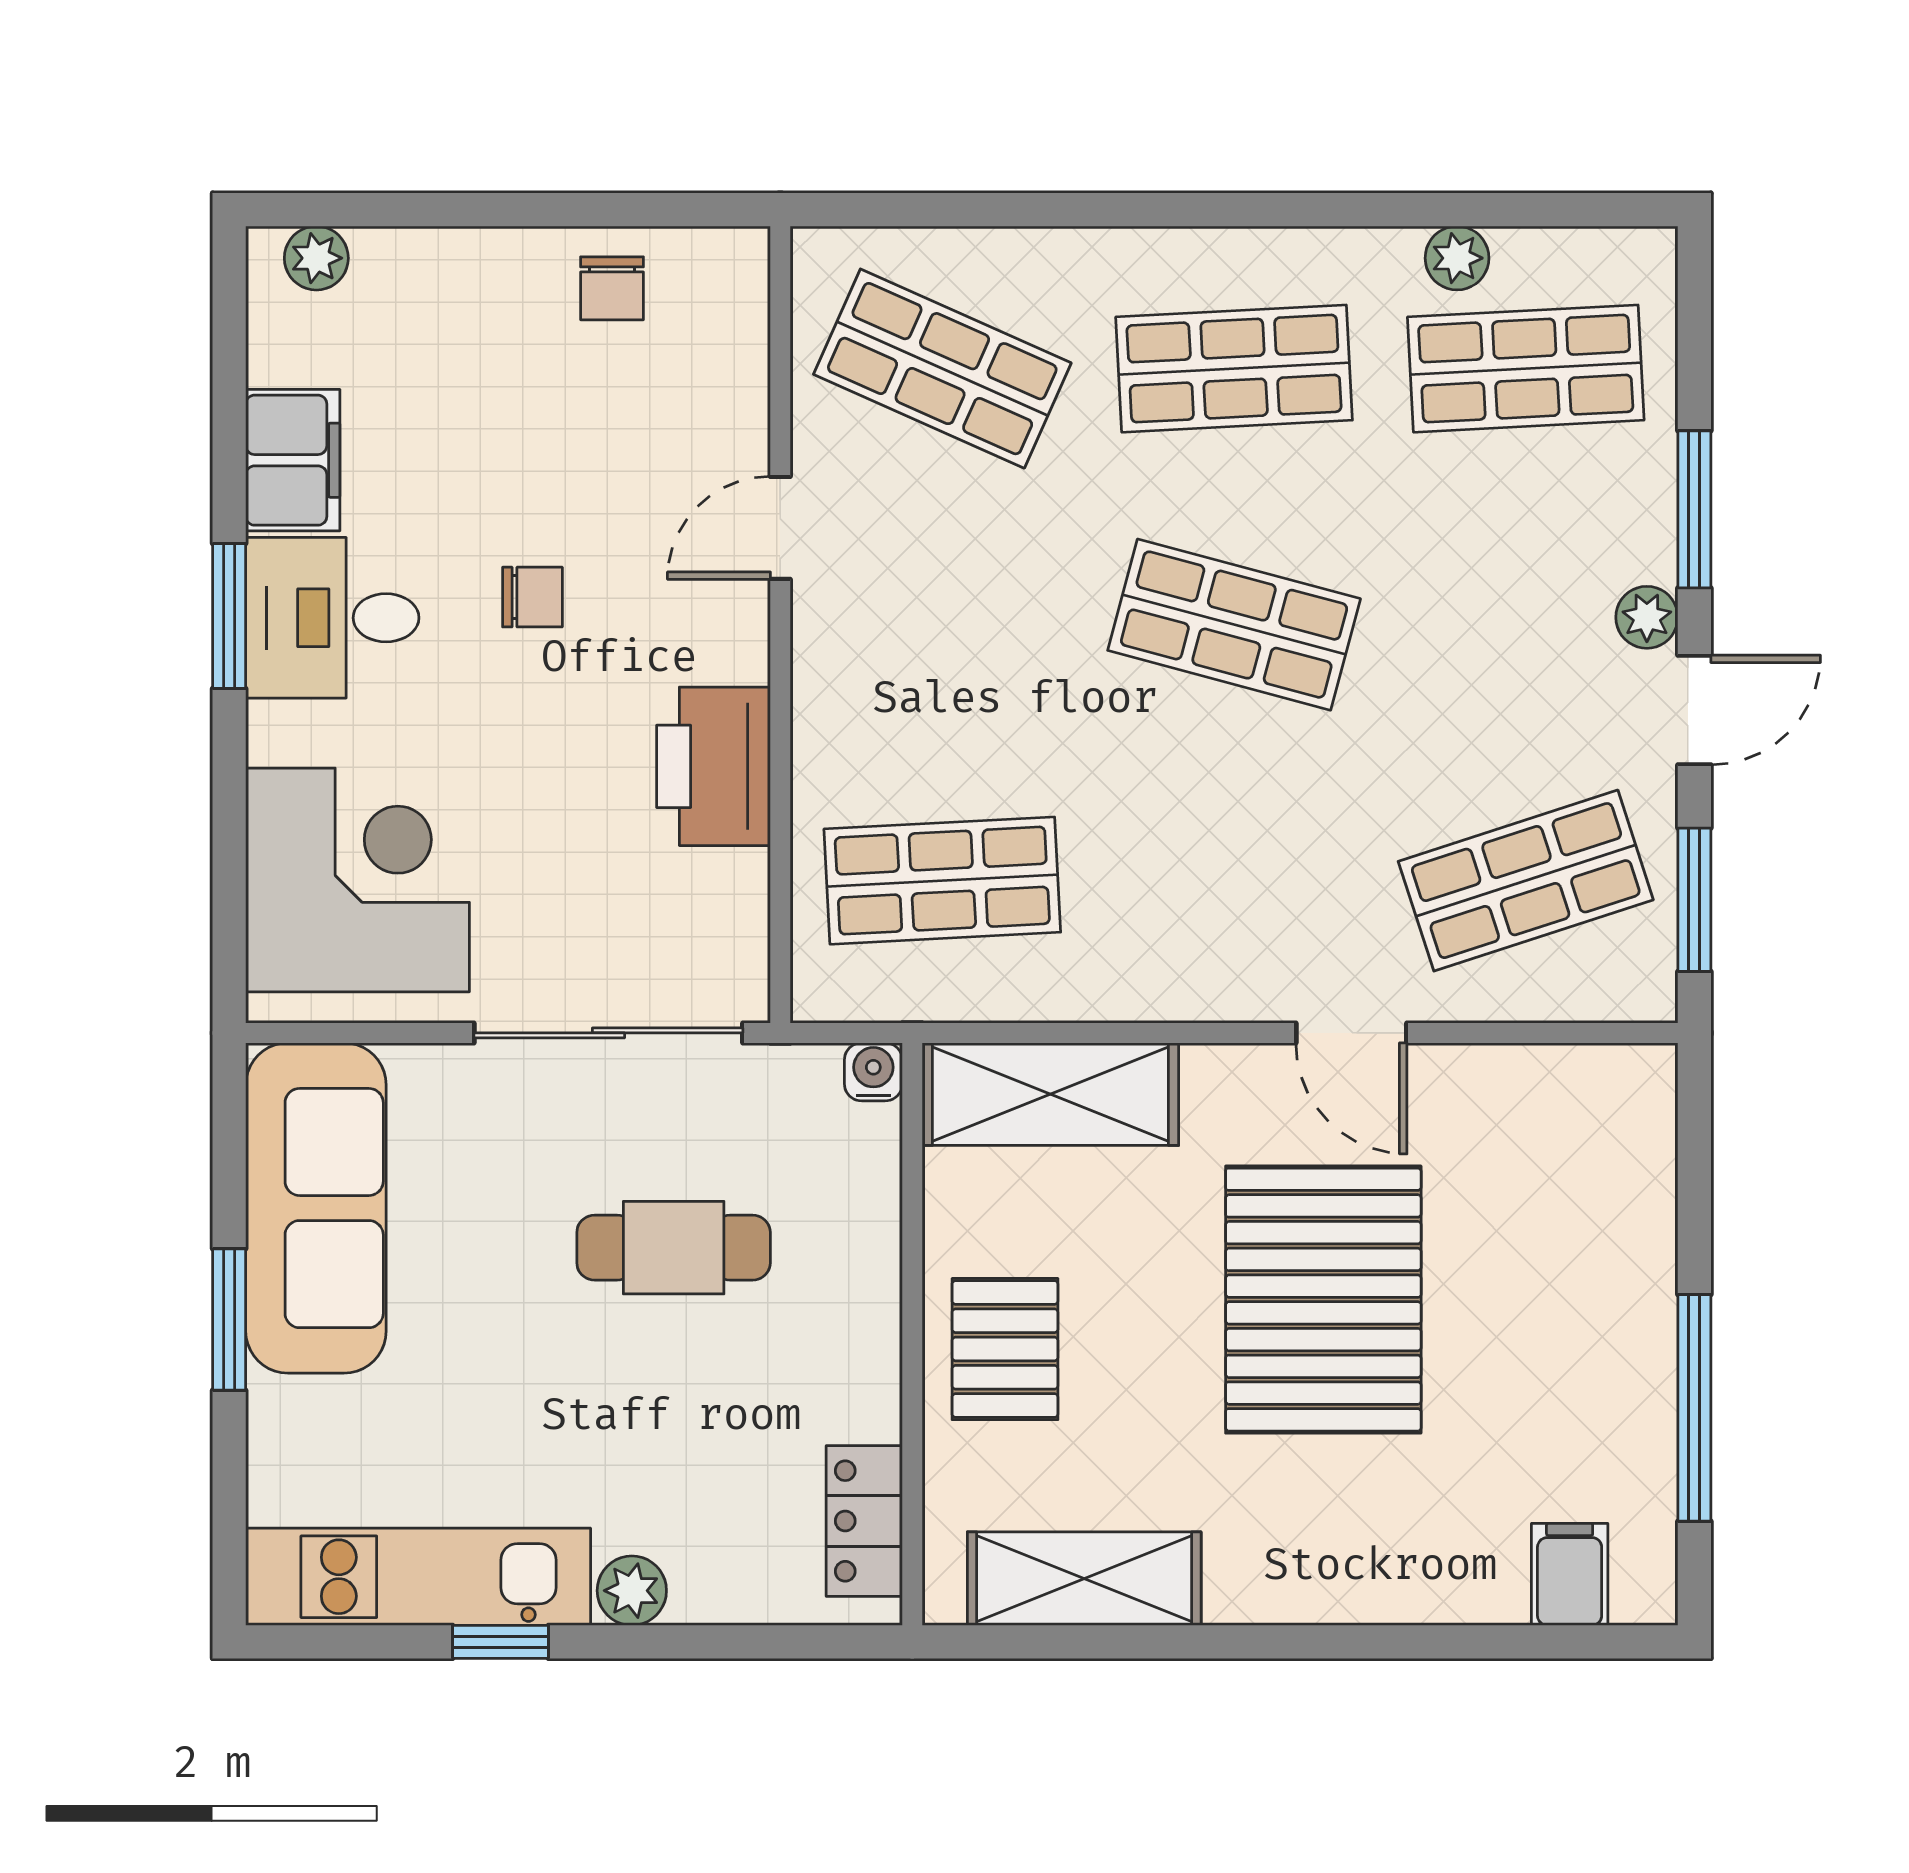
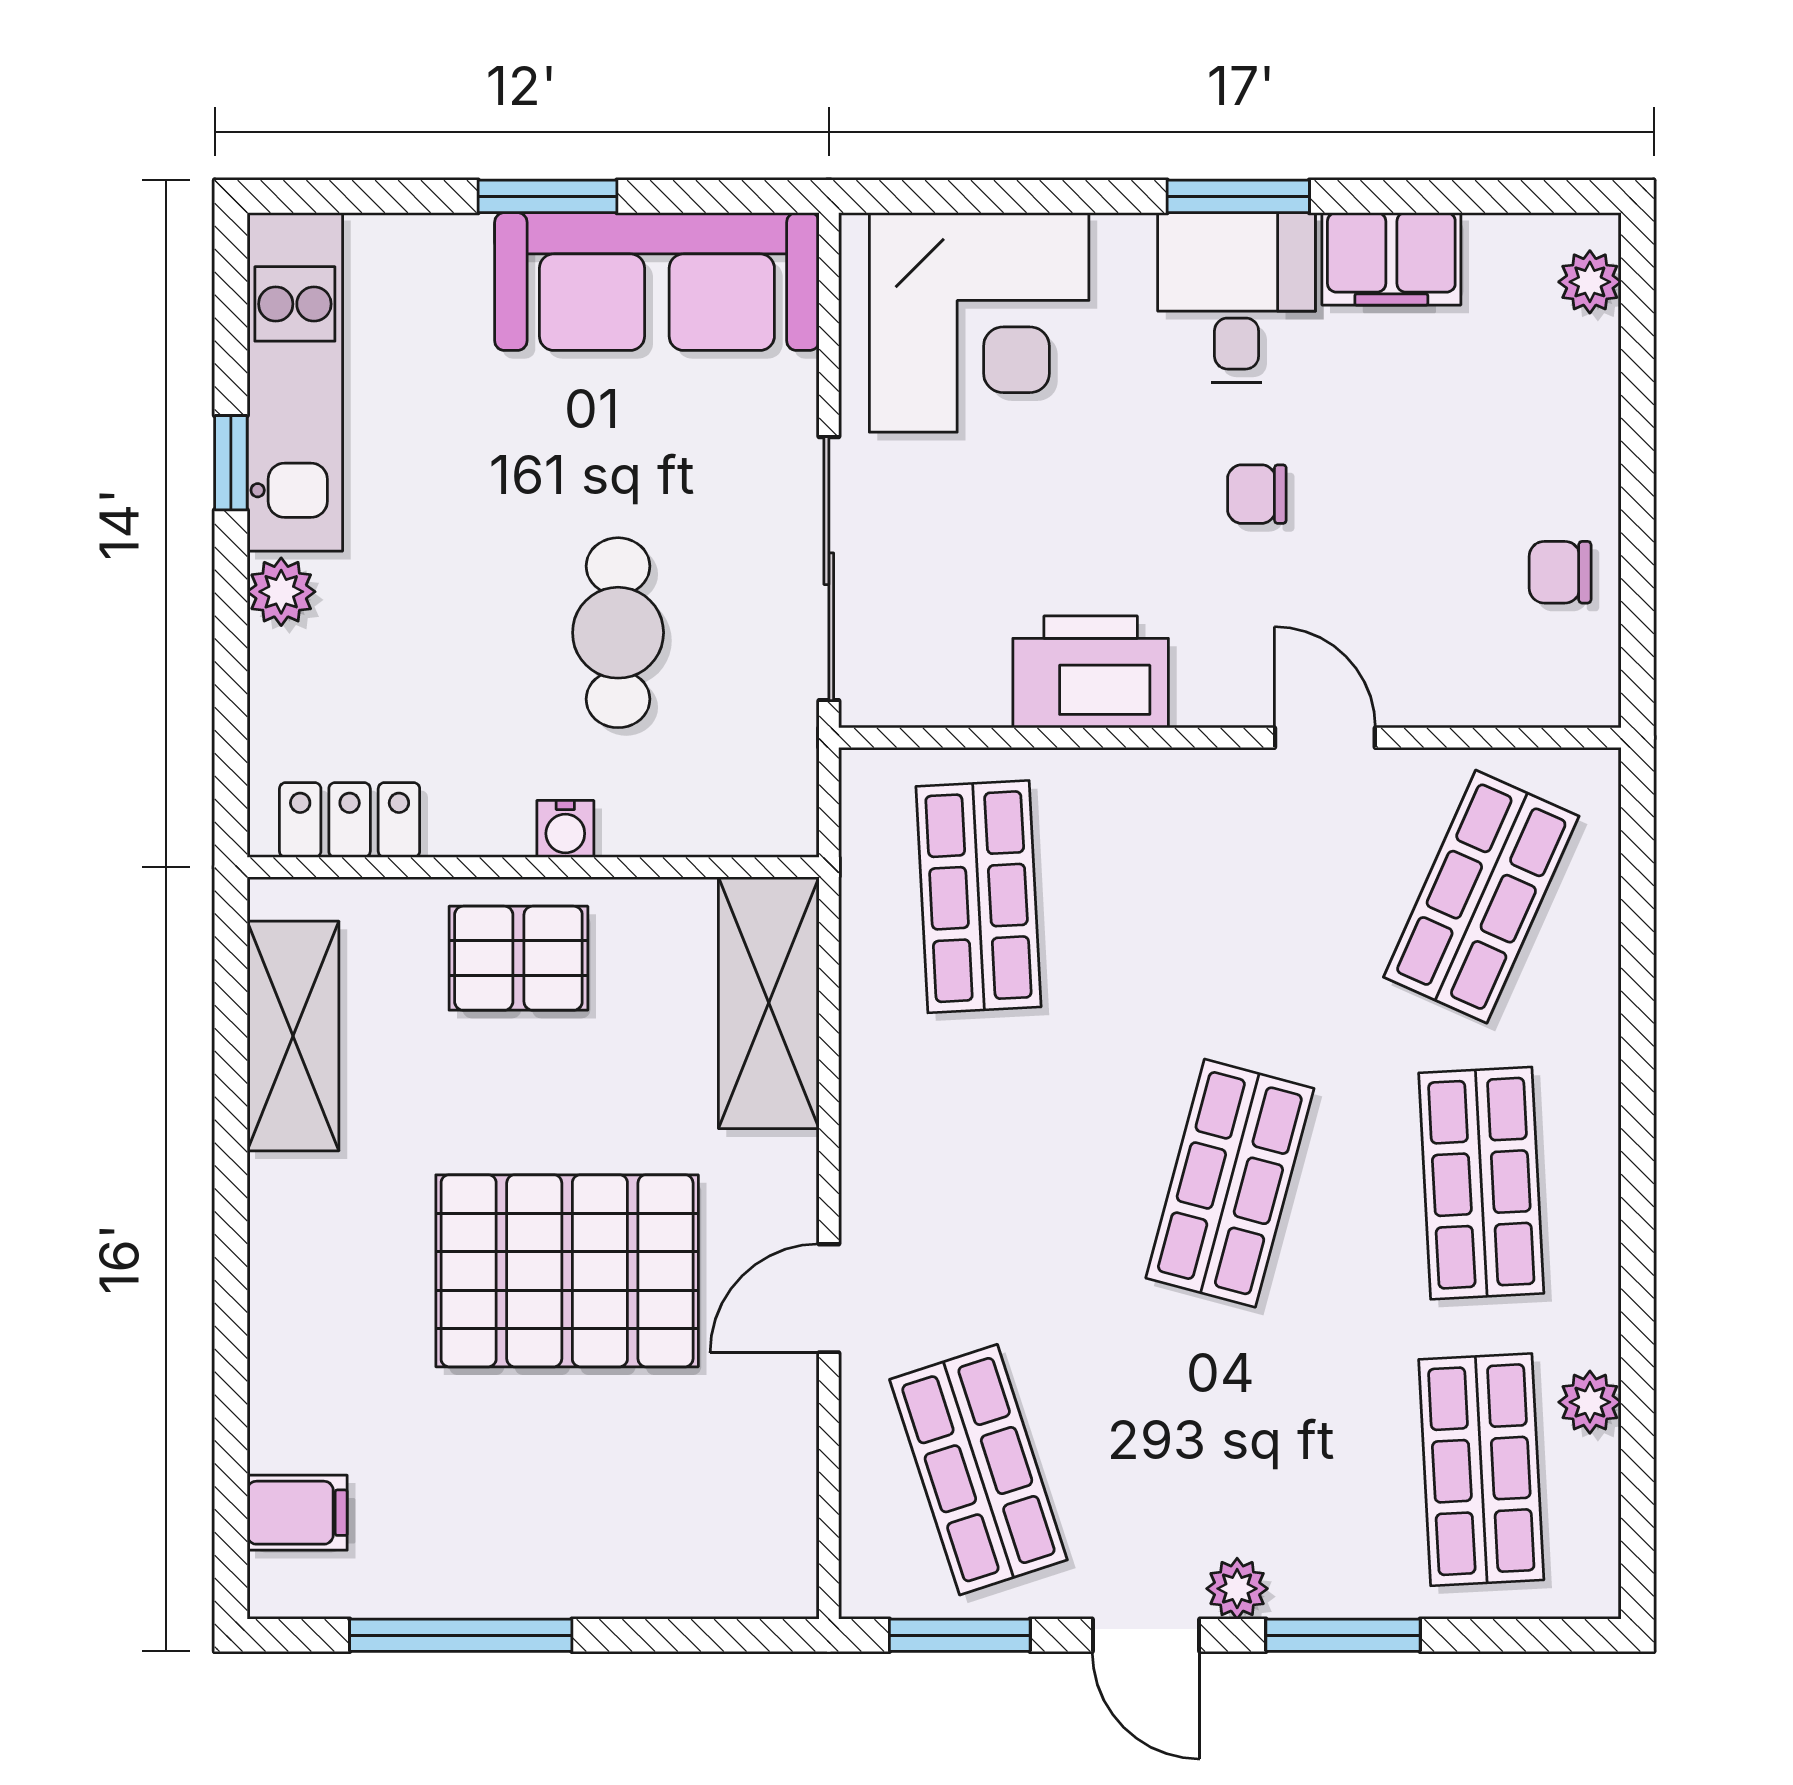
chair: (532, 597) -> (1257, 494), turned 90
water cooler: (873, 1072) -> (565, 829), moved, turned 90

